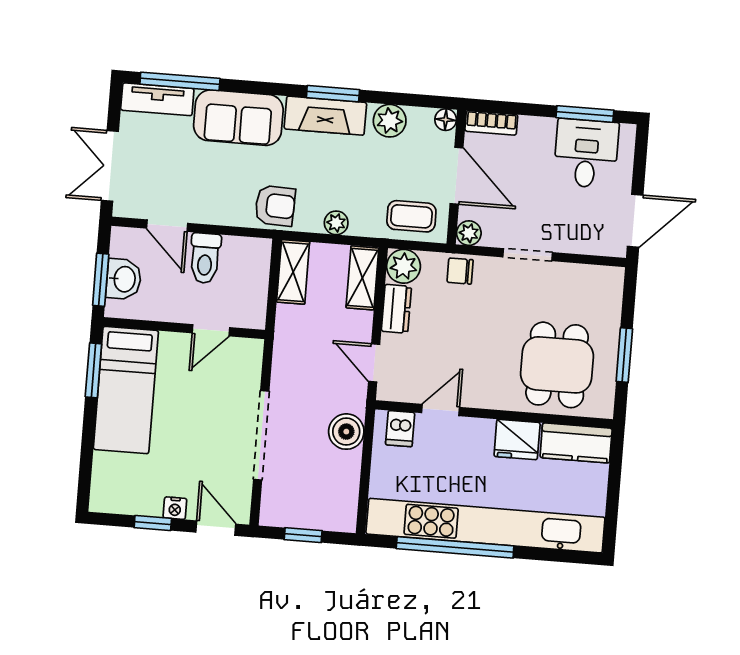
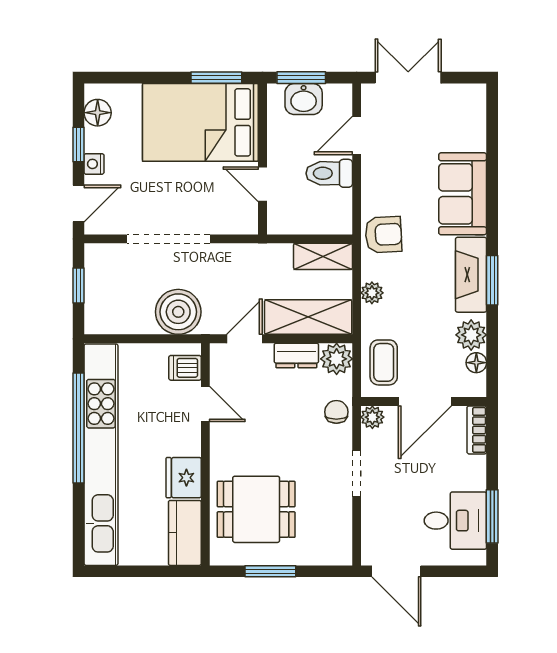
window: (180, 81) -> (492, 137), removed
tv unit: (157, 99) -> (474, 117), removed
floor lamp: (446, 120) -> (476, 363), moved
armchair: (275, 206) -> (383, 235), turned -95
shelving: (362, 278) -> (308, 317), width x1.50, depth x1.33
bed: (126, 390) -> (200, 122), width x1.50
boiler: (346, 432) -> (178, 312), width x1.37, depth x1.37
floor lamp: (121, 500) -> (98, 113), added

